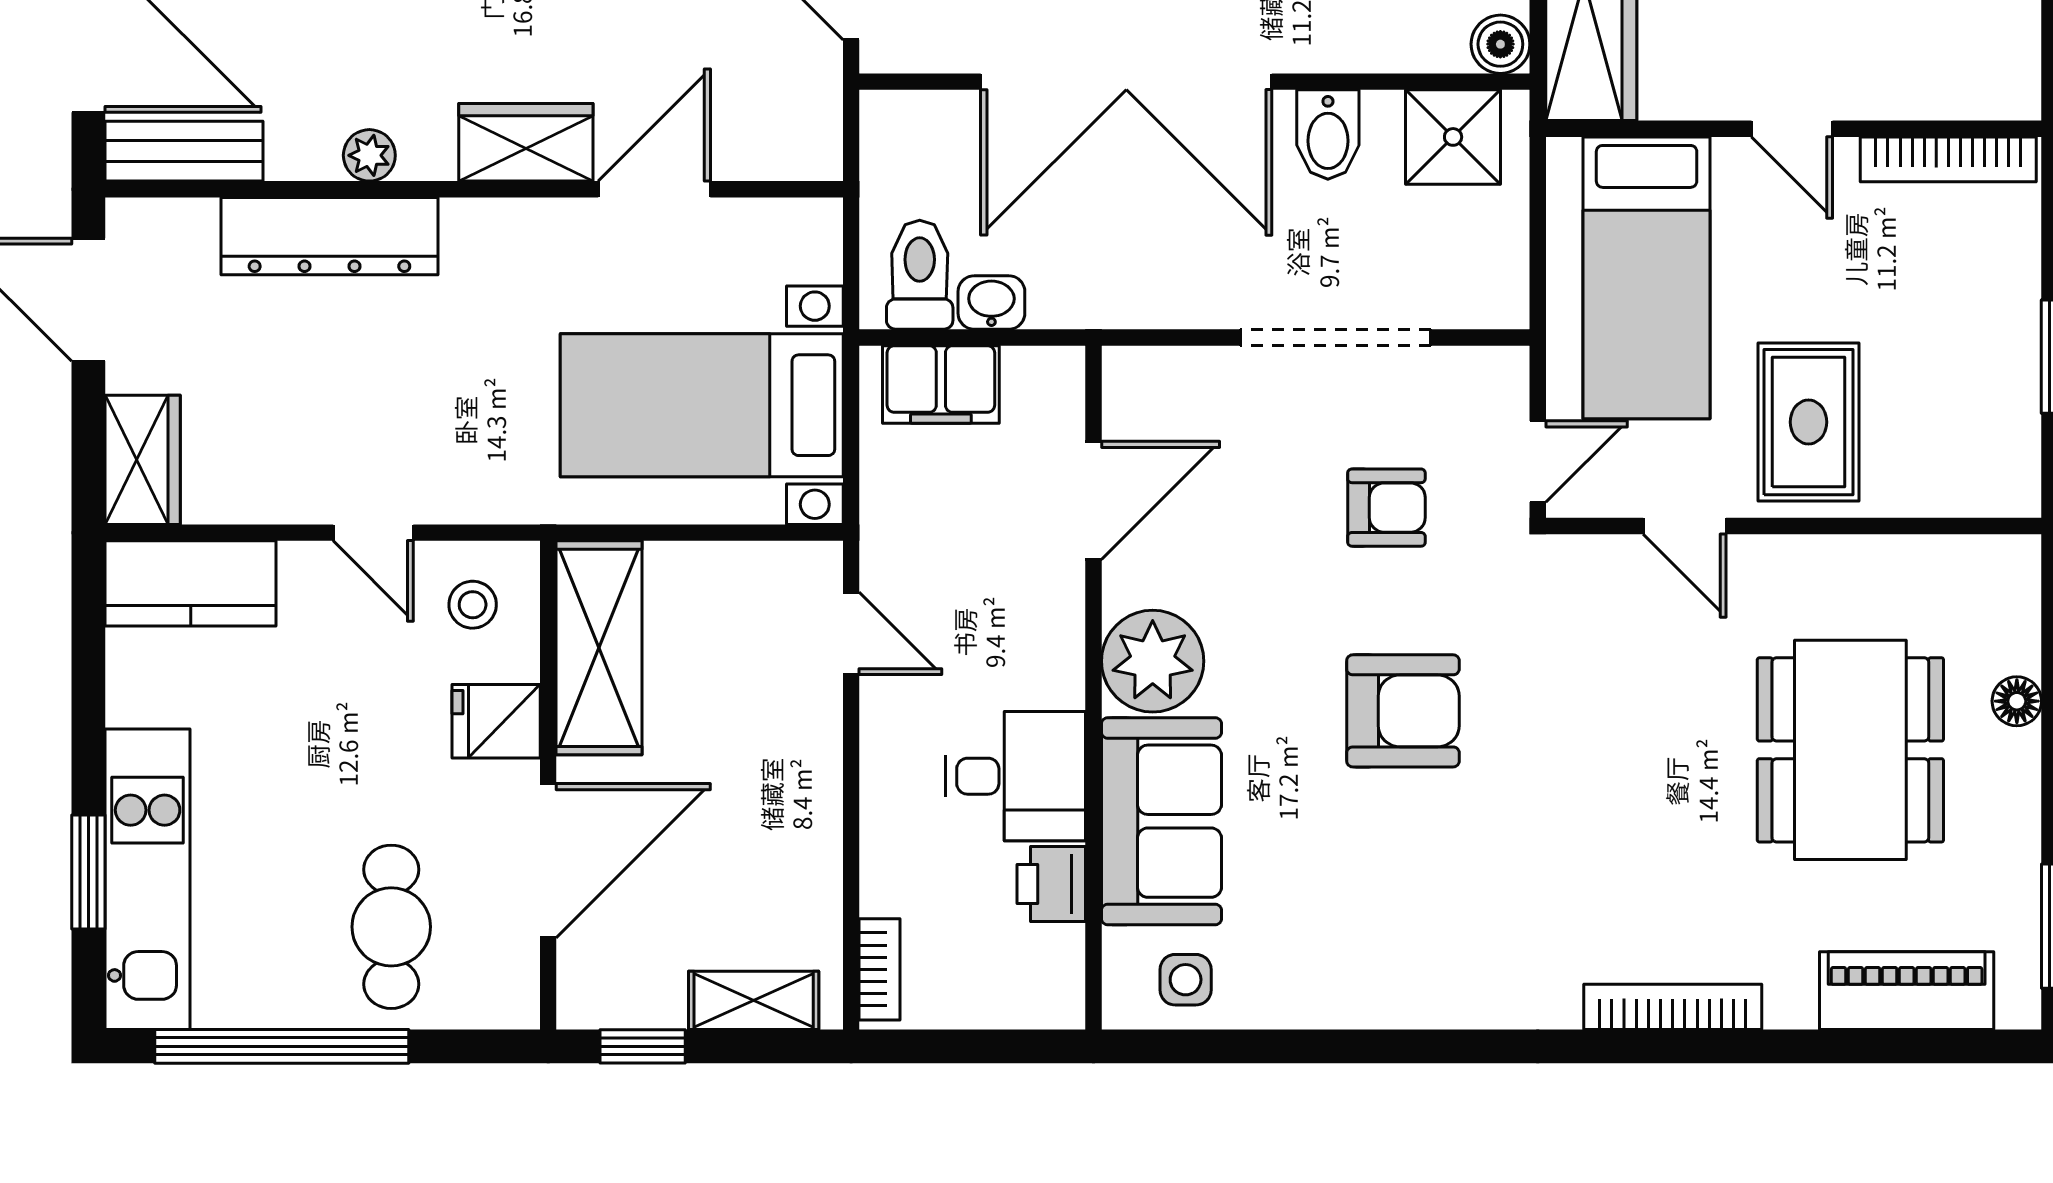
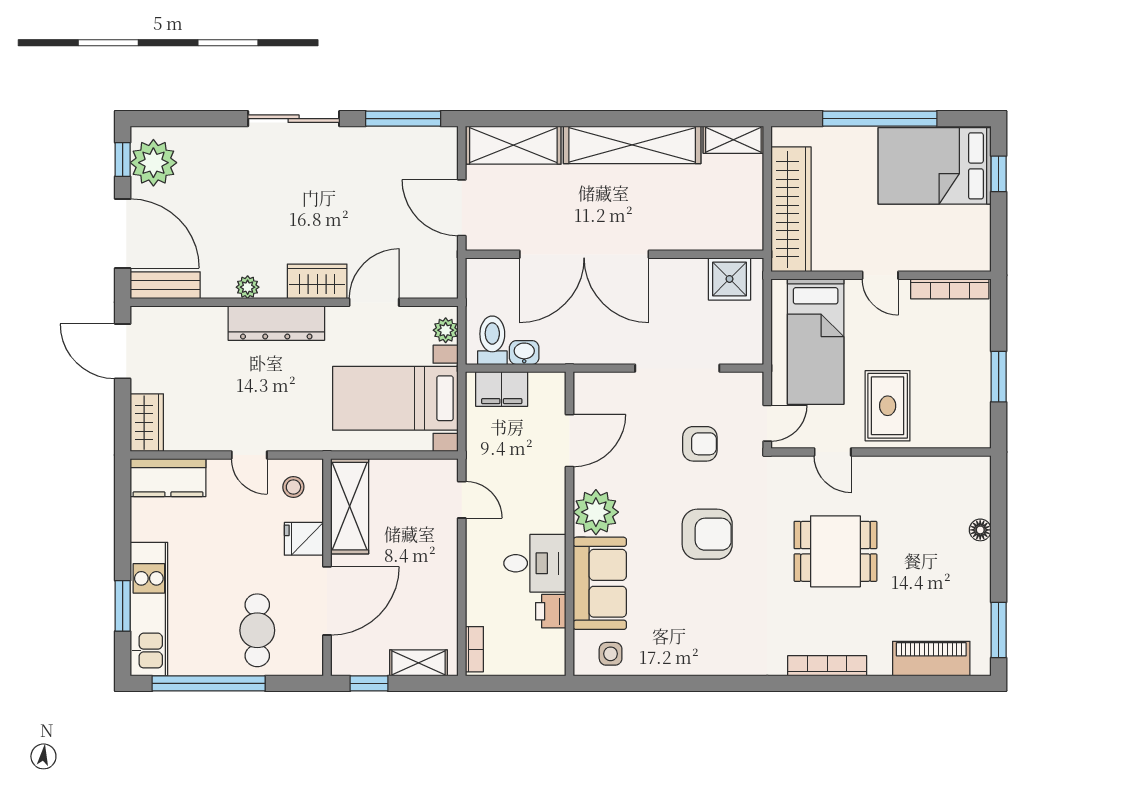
boiler: (1500, 44) -> (751, 238), removed
bidet: (1328, 135) -> (674, 278), removed
dresser: (329, 236) -> (276, 323), moved
plant: (815, 252) -> (446, 330), added
dining table: (1850, 750) -> (835, 551), moved, width x0.73

